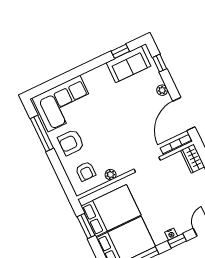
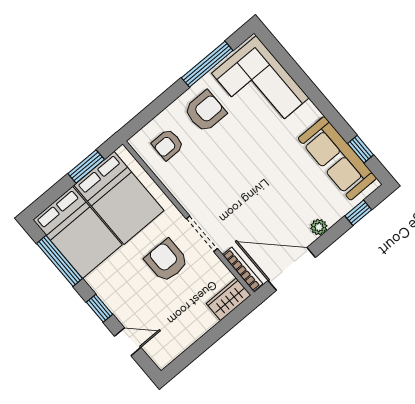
sofa: (128, 64) -> (337, 158), width x1.36
armchair: (71, 142) -> (205, 111), turned 90
plant: (111, 175) -> (173, 183), removed
armchair: (158, 191) -> (166, 261), added
nightstand: (171, 234) -> (107, 297), removed

